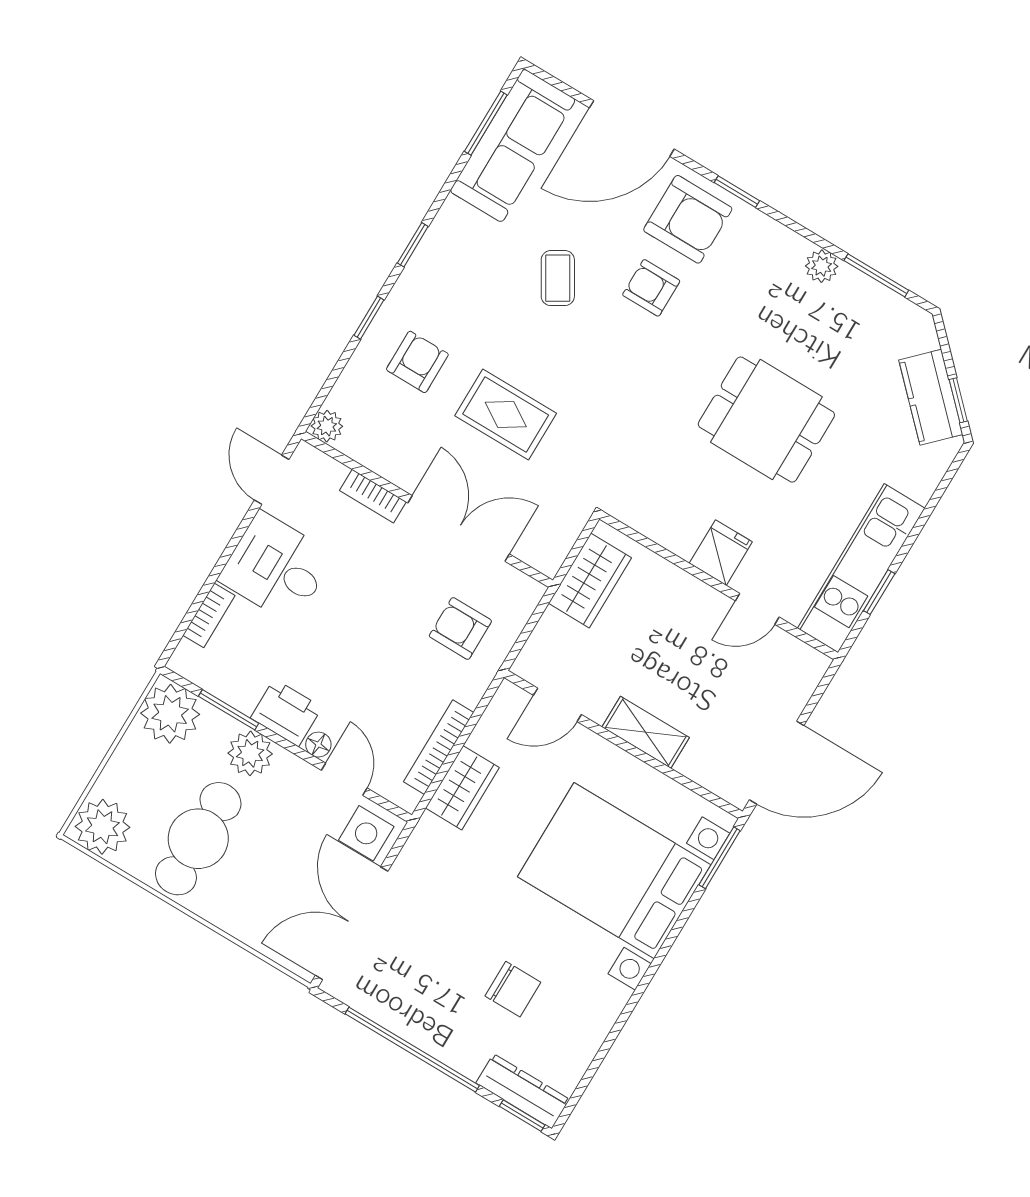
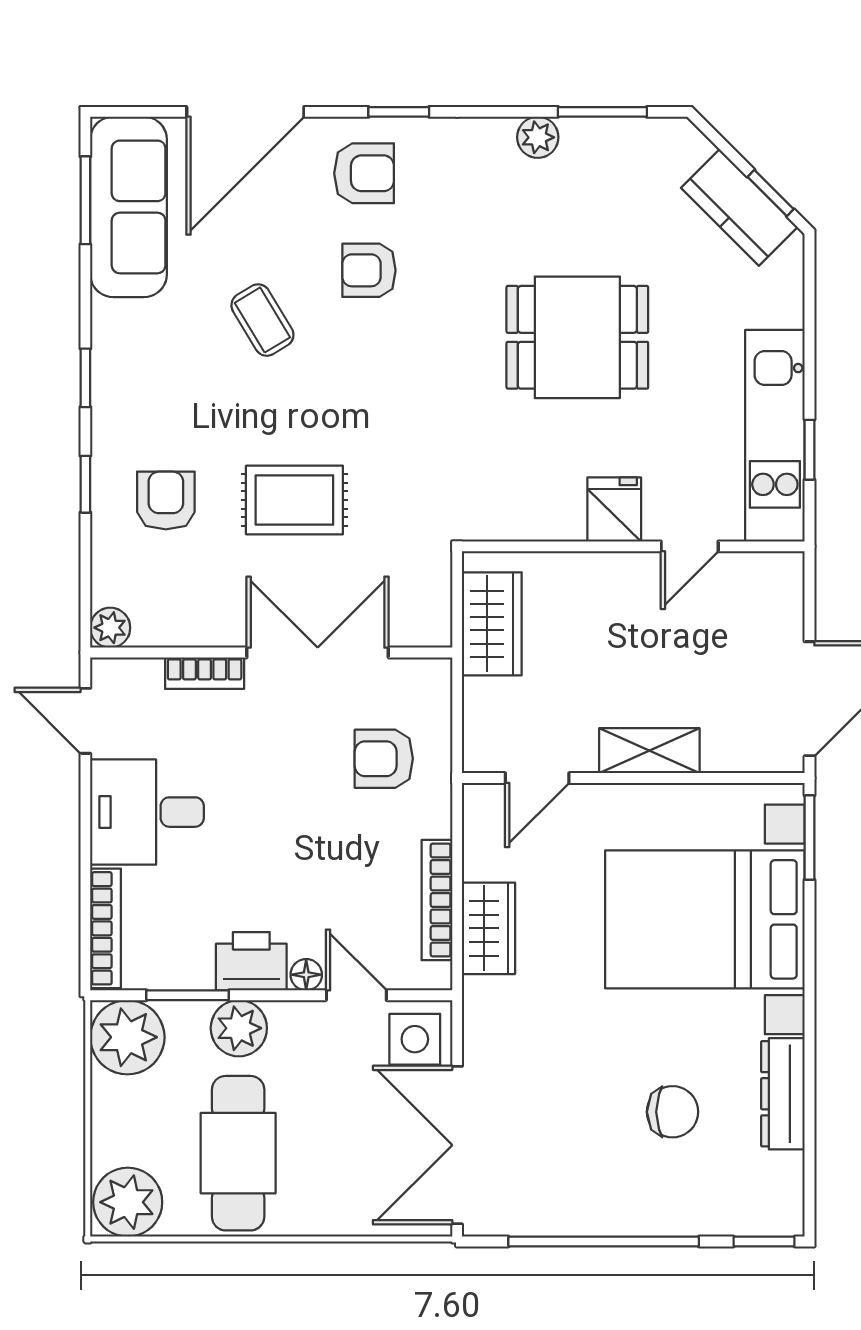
armchair: (688, 219) -> (364, 173), width x0.72, depth x0.72
bookcase: (209, 615) -> (106, 928), width x1.56
dresser: (523, 1091) -> (783, 1094), moved, turned -90

